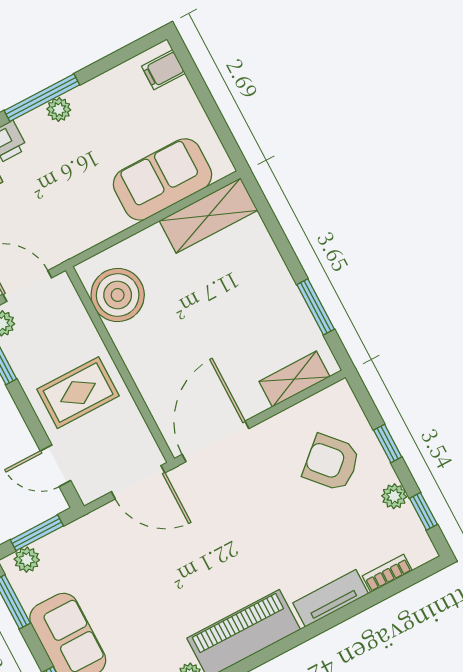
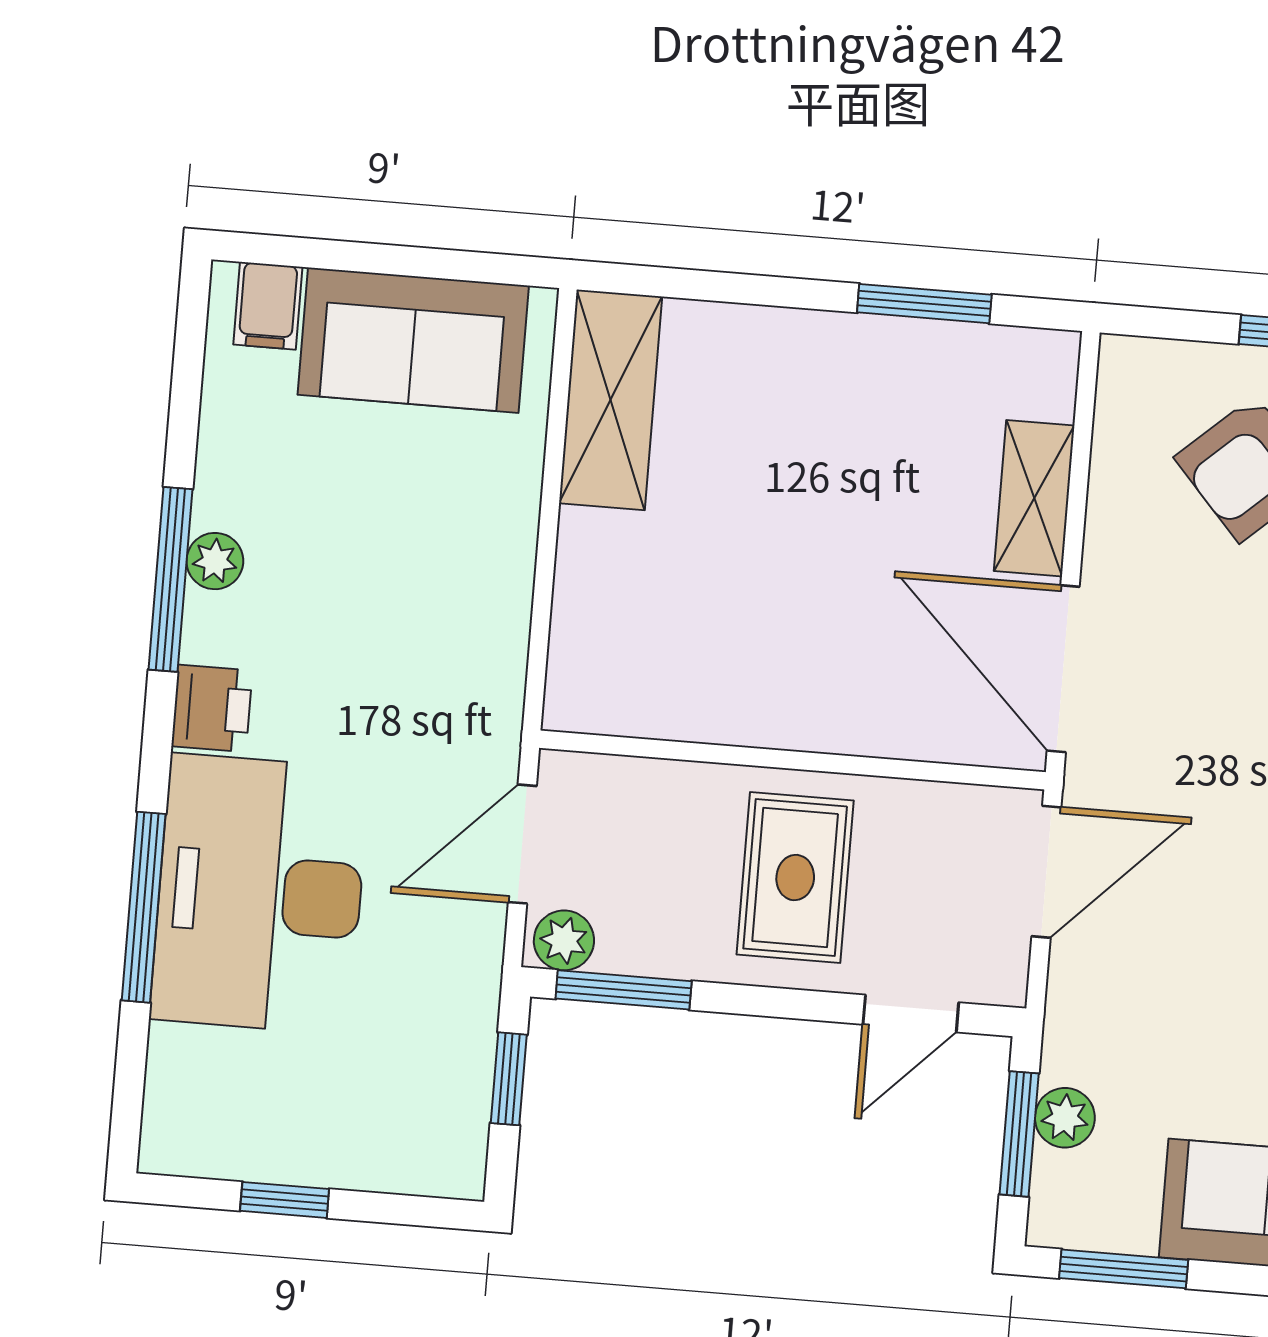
sofa: (163, 179) -> (413, 340), moved, turned -90
boiler: (118, 295) -> (653, 678), removed
shelving: (294, 379) -> (1034, 498), moved
plant: (27, 560) -> (1065, 1118), moved

